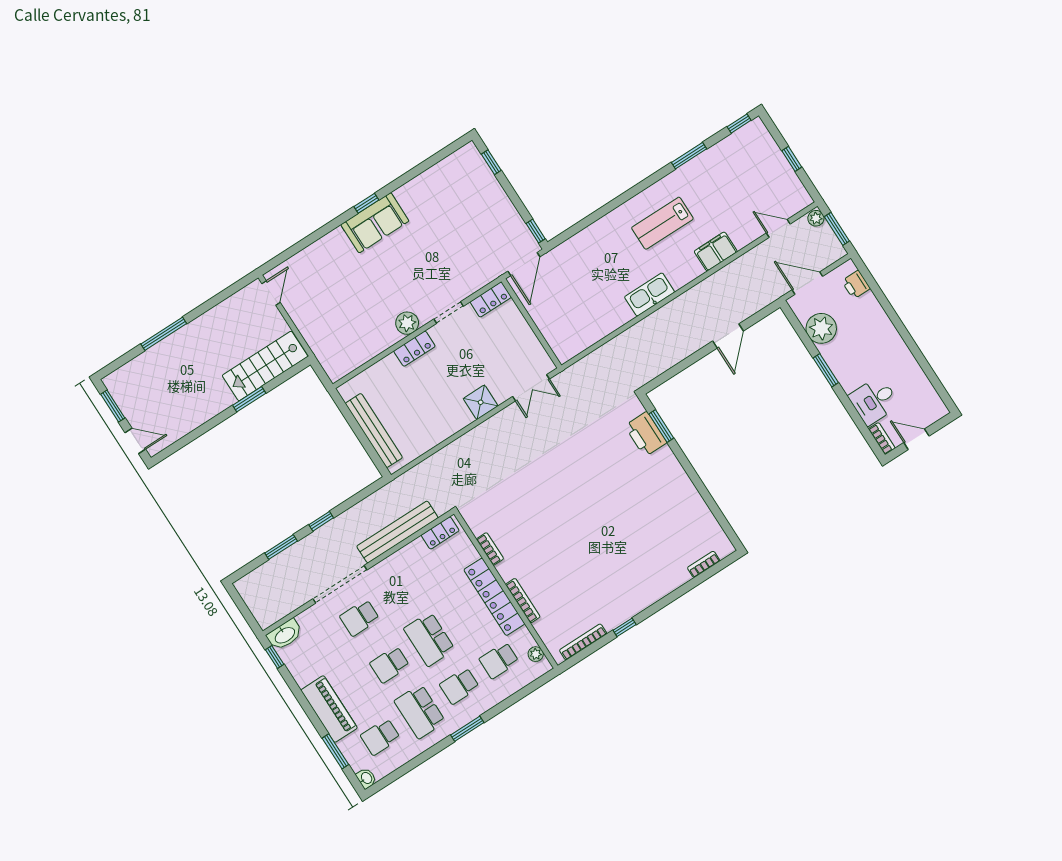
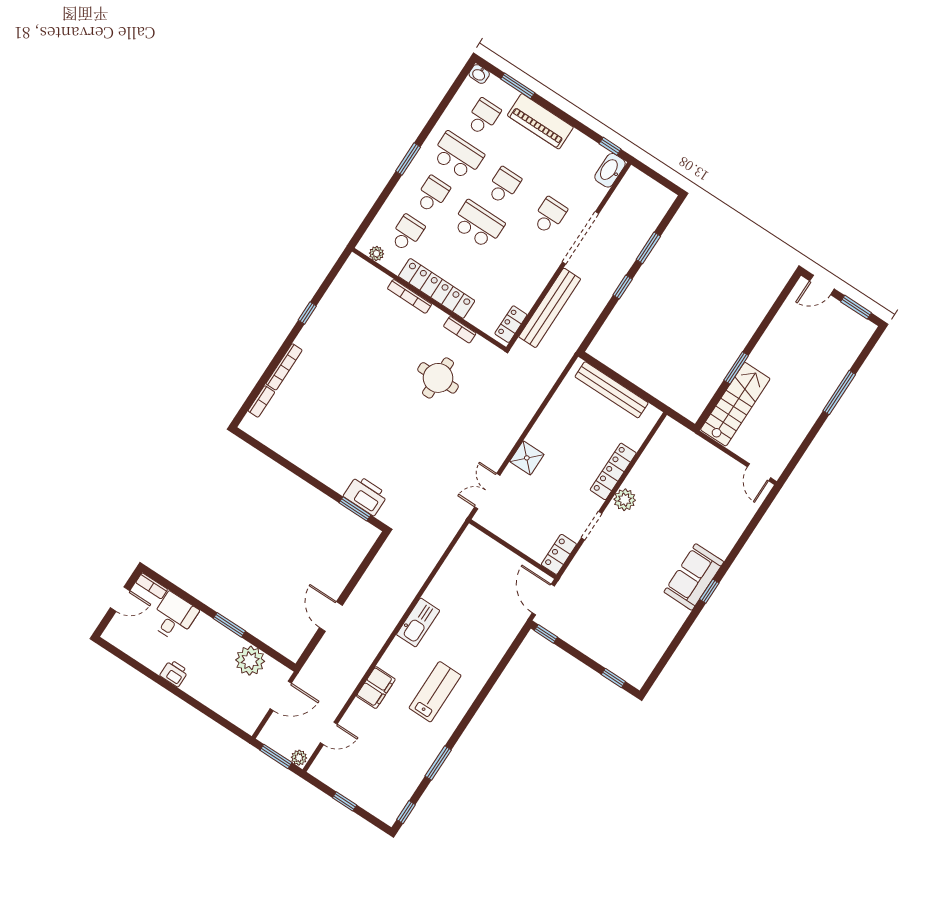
printer: (856, 285) -> (174, 673), moved
locker: (414, 349) -> (613, 471), width x1.53
round table: (530, 513) -> (438, 378), added
bookcase: (583, 642) -> (284, 367), moved

